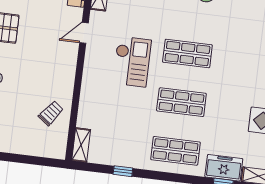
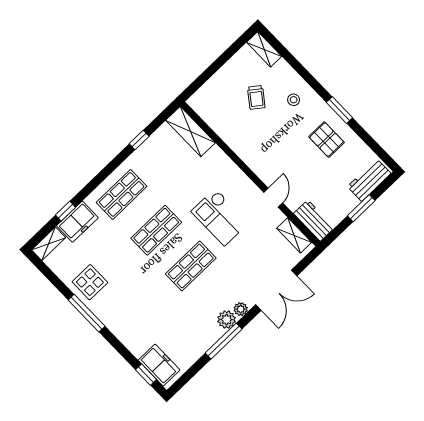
trolley: (51, 113) -> (256, 97), moved
shelving: (81, 145) -> (191, 132), width x1.50, depth x1.33

